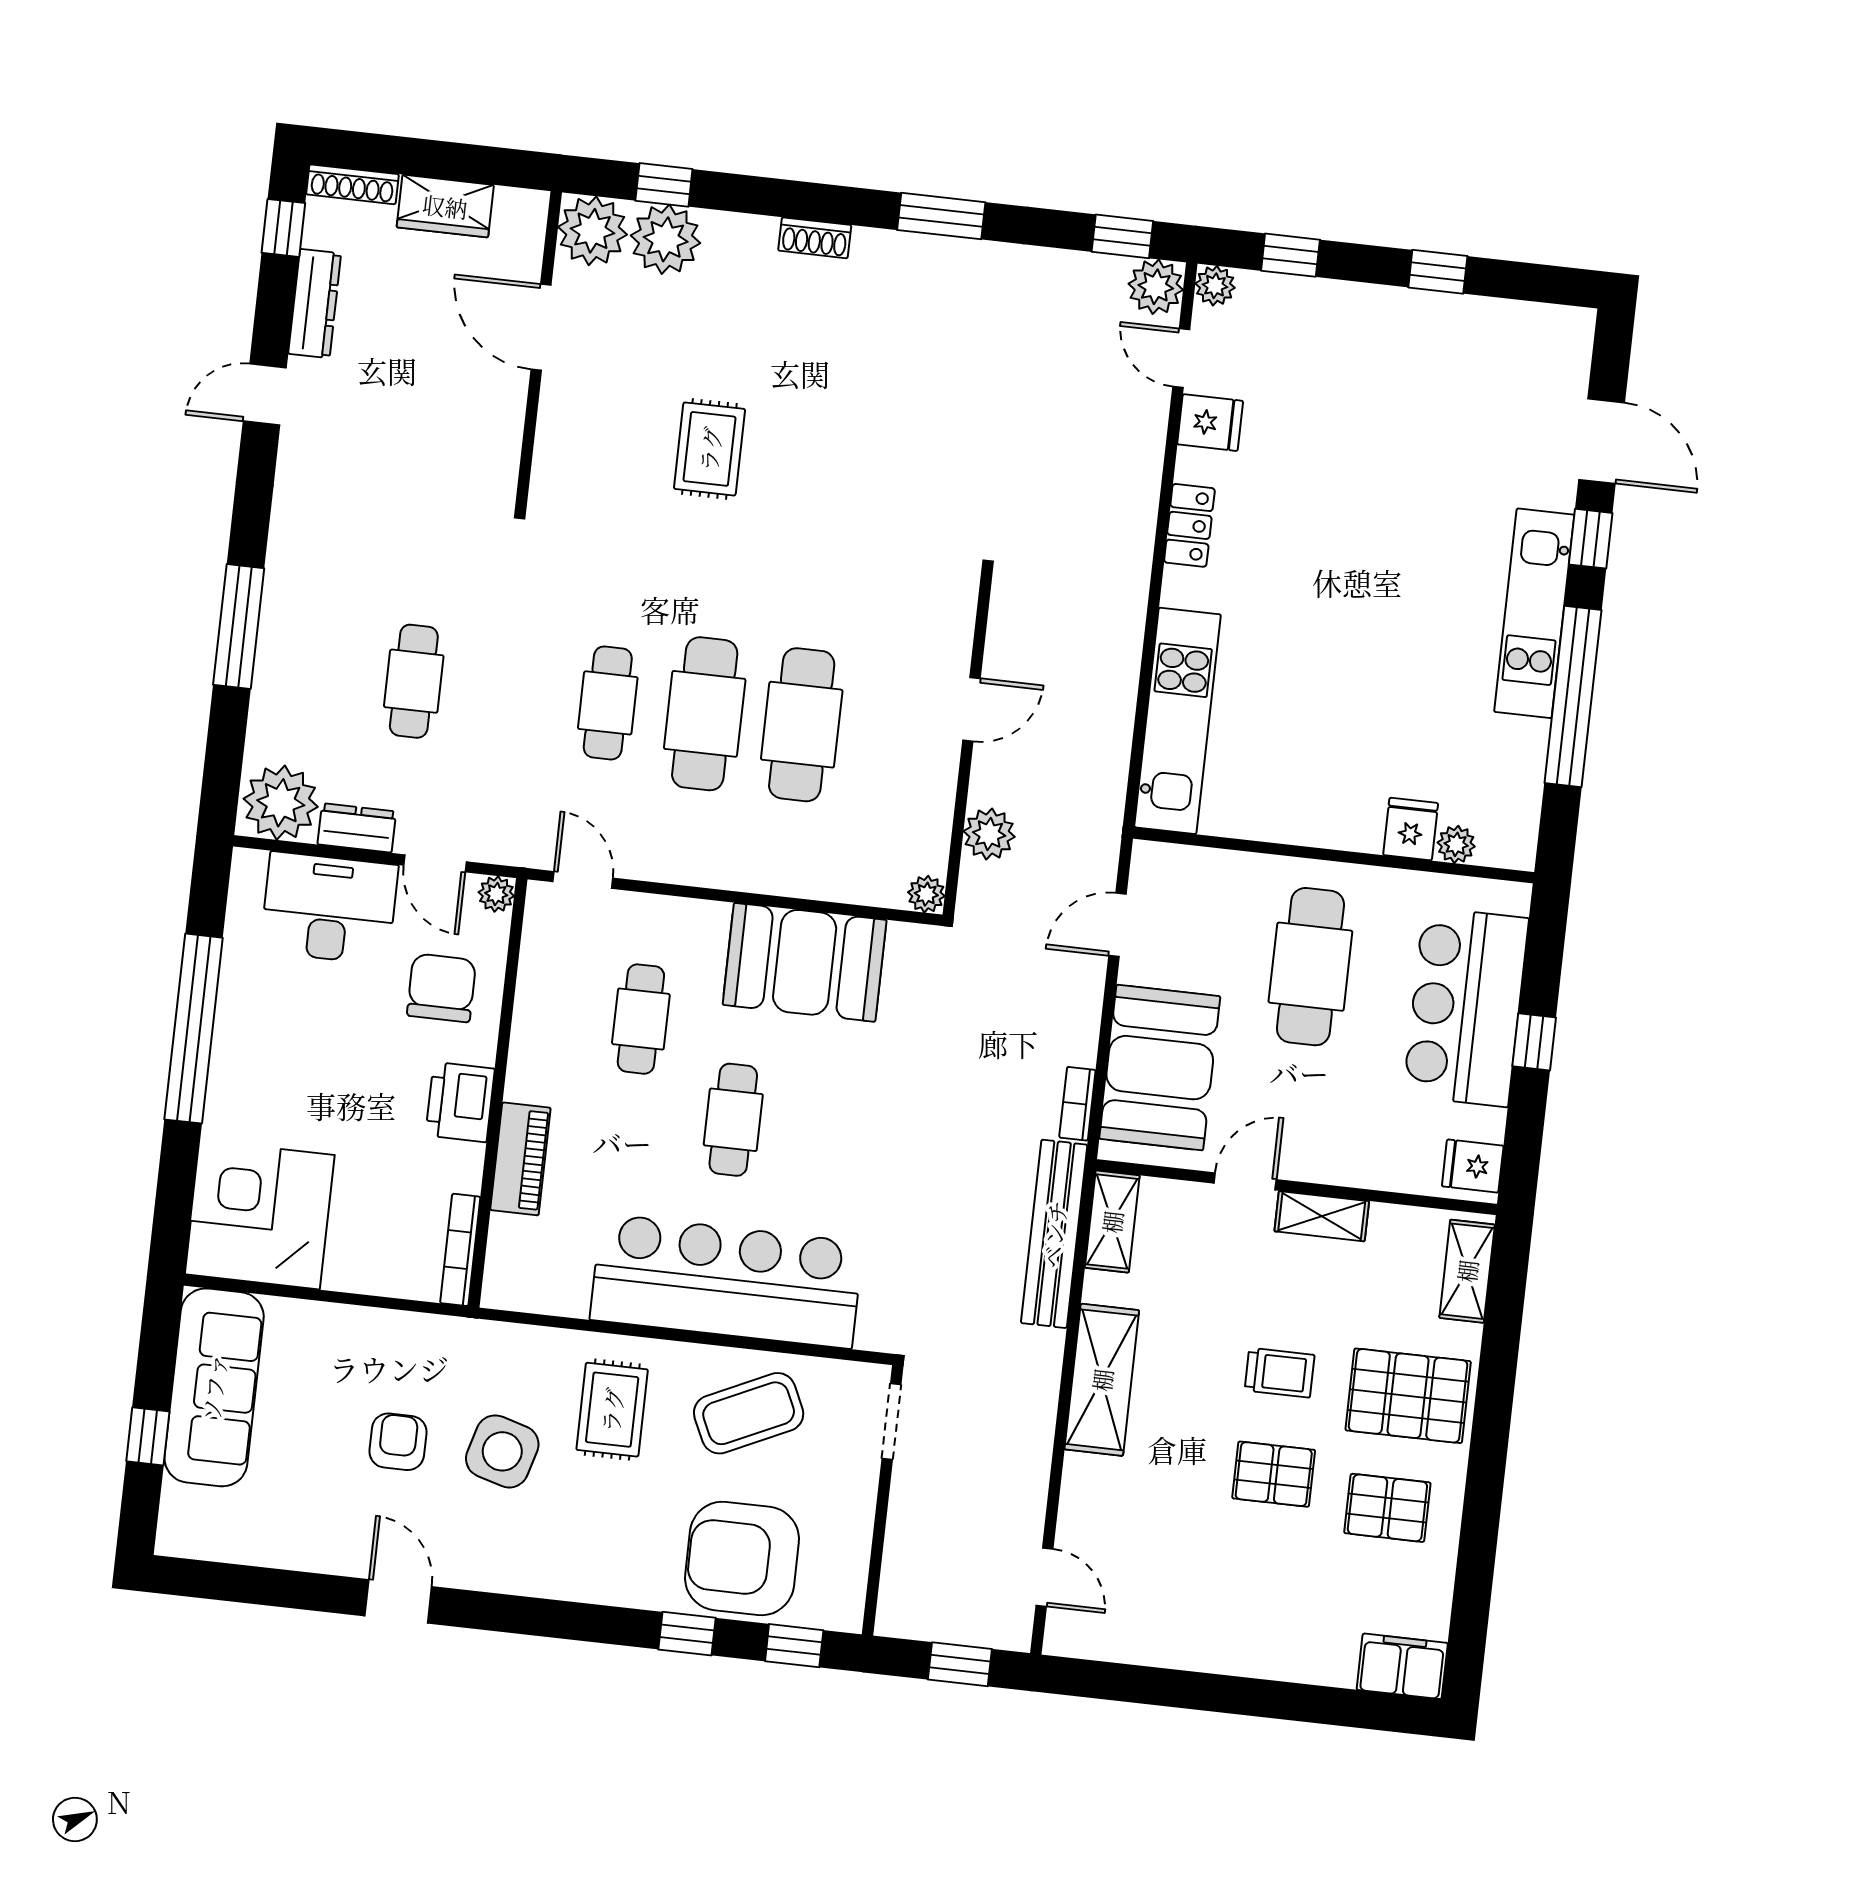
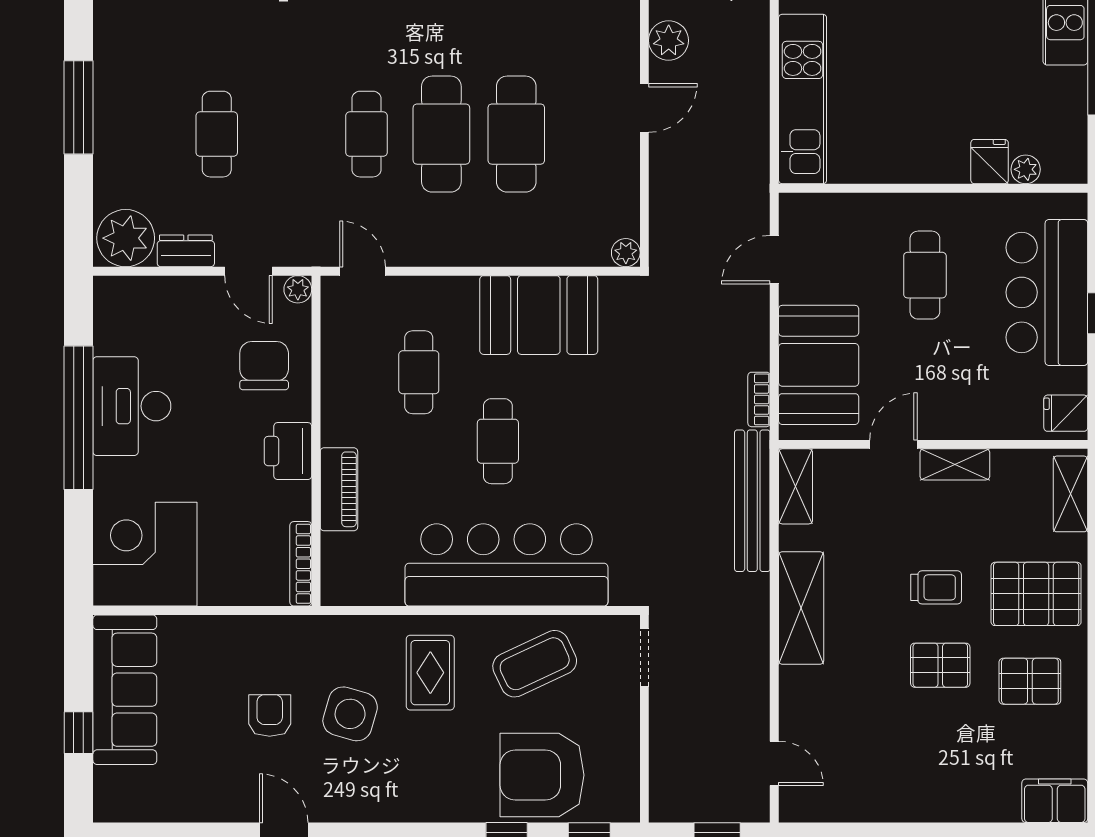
plant: (989, 834) -> (669, 40), moved
desk: (329, 908) -> (132, 406), moved, turned -90
cafe table: (1310, 967) -> (925, 275), width x0.73, depth x0.74

